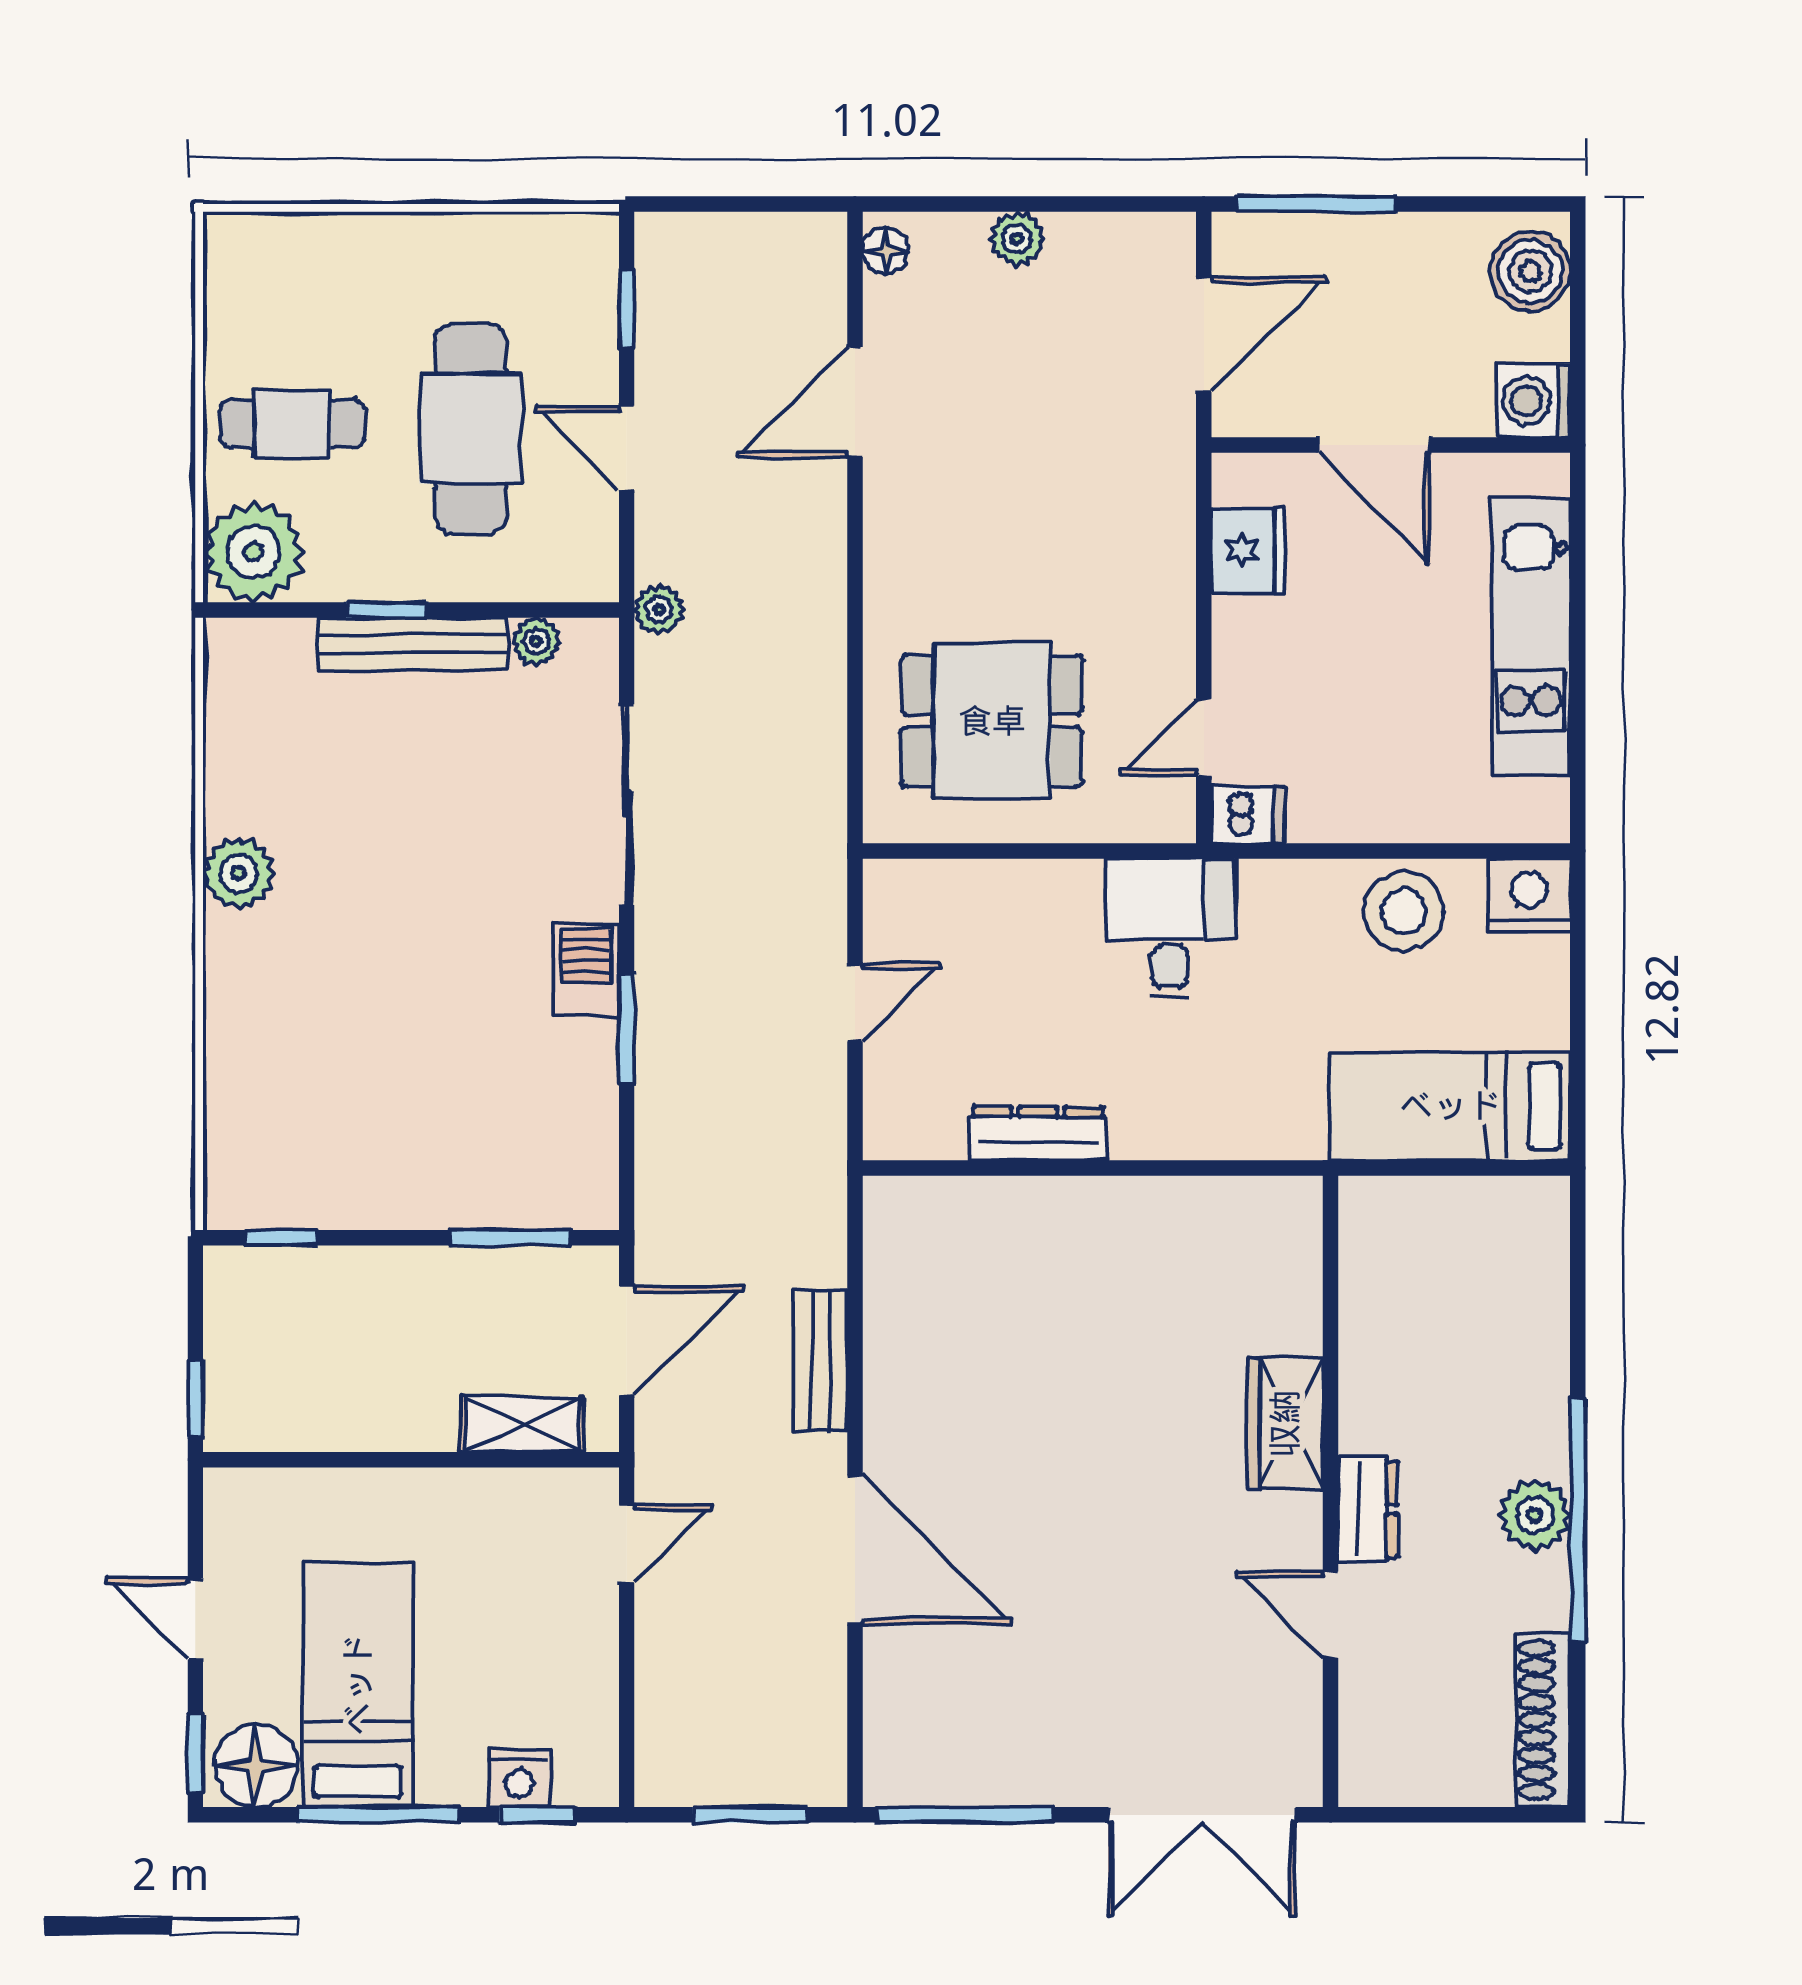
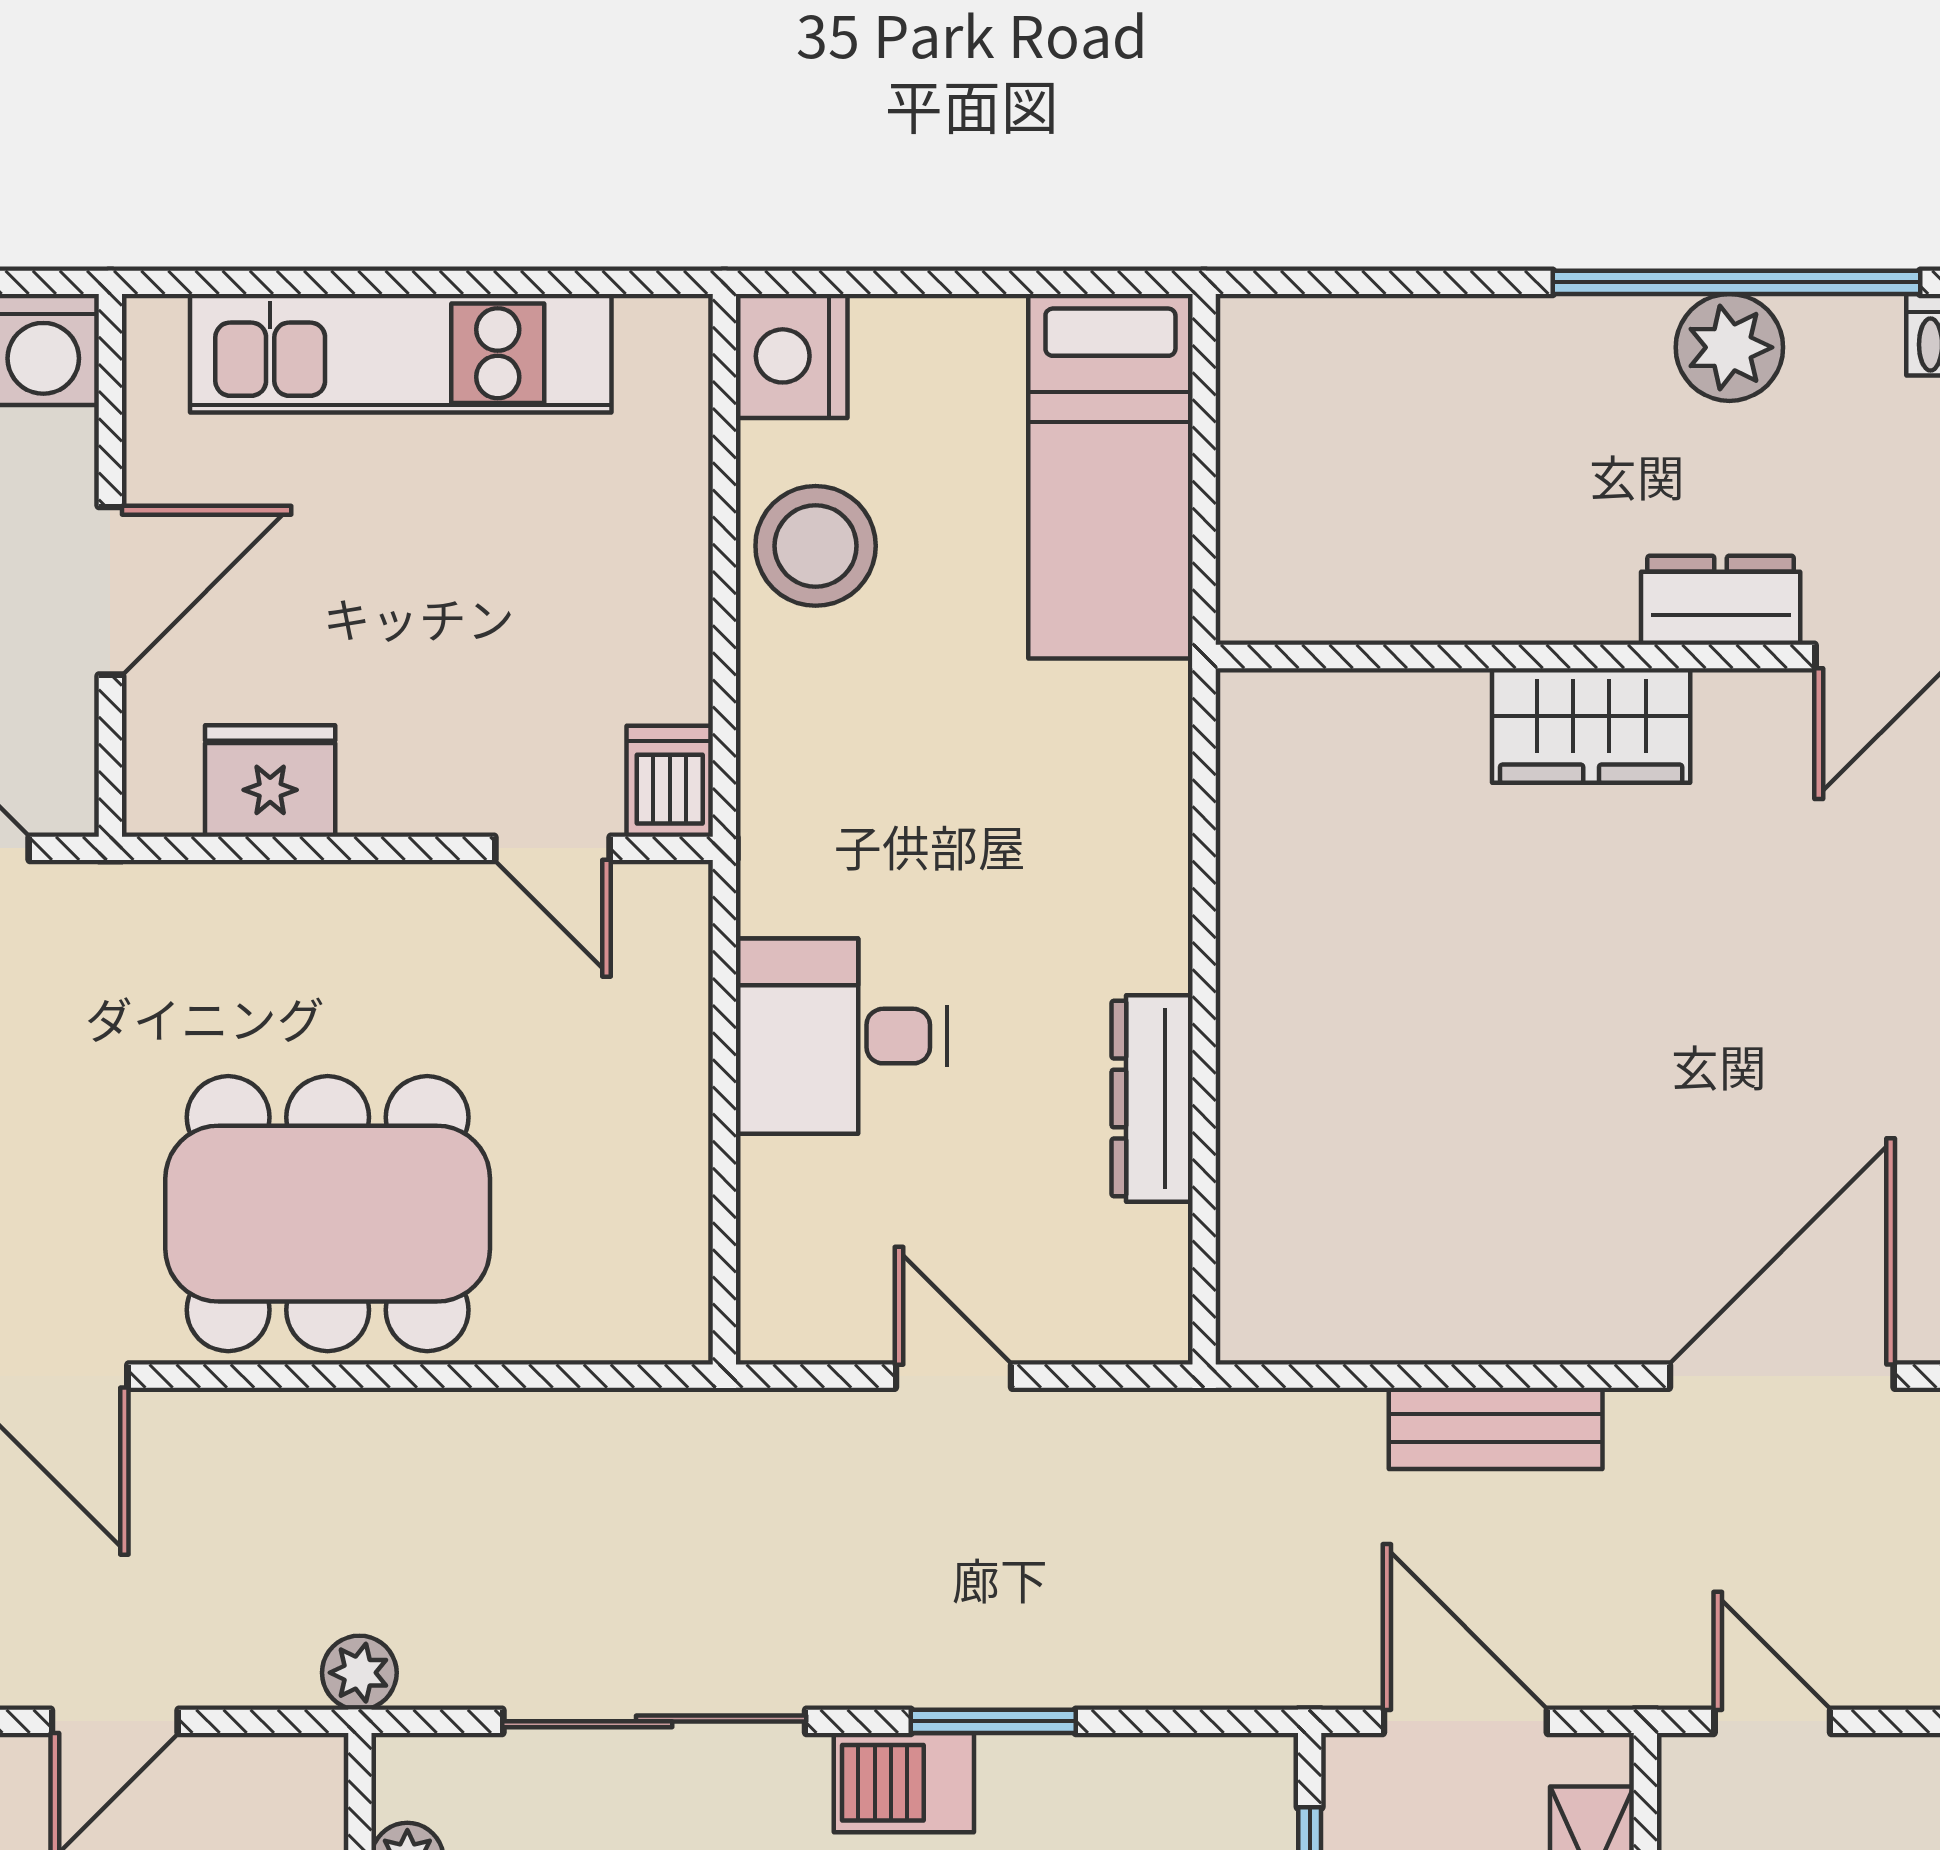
dining table: (992, 721) -> (328, 1214), moved, width x1.38
desk: (1170, 928) -> (841, 1036), moved

